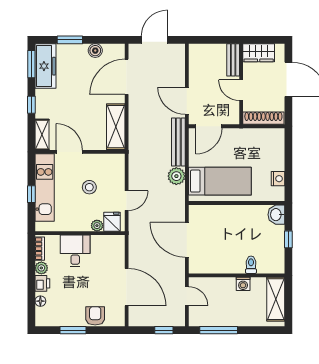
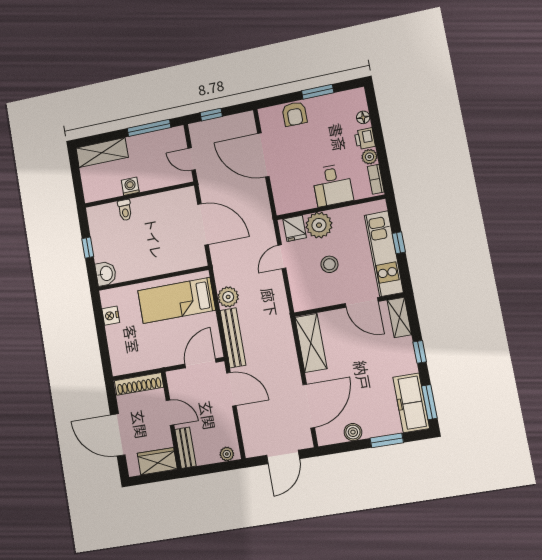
plant: (200, 49) -> (227, 454), added
plant: (97, 226) -> (319, 225), width x1.88, depth x1.88
shelving: (276, 299) -> (102, 153), moved, turned 90

